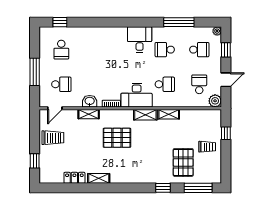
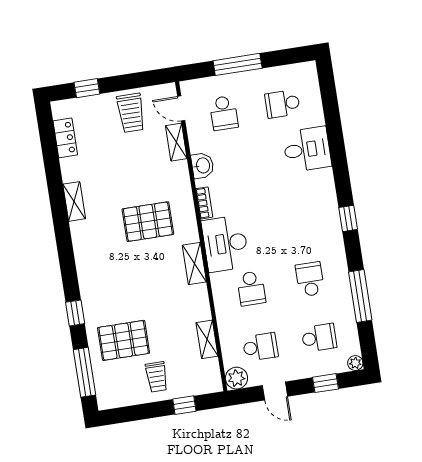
window: (60, 22) -> (348, 218), moved
desk: (140, 40) -> (307, 149), moved
school desk: (199, 50) -> (319, 338), turned -90
shelving: (89, 114) -> (176, 142), moved
shelving: (169, 114) -> (207, 339), moved
pallet: (117, 138) -> (148, 222), turned 90
locker: (74, 178) -> (65, 138), moved

